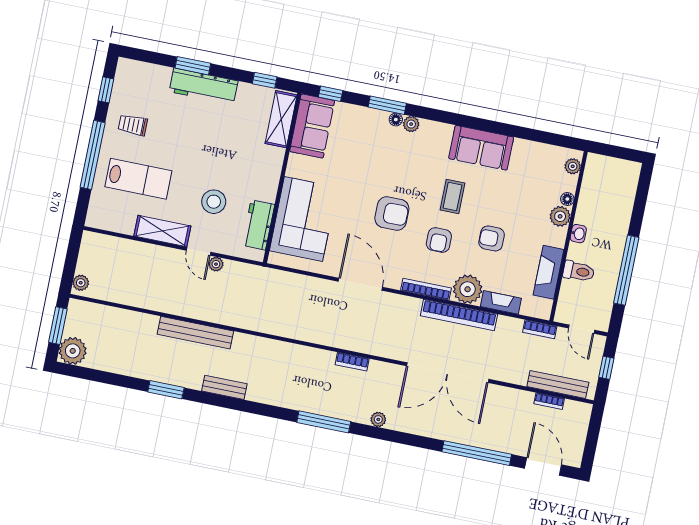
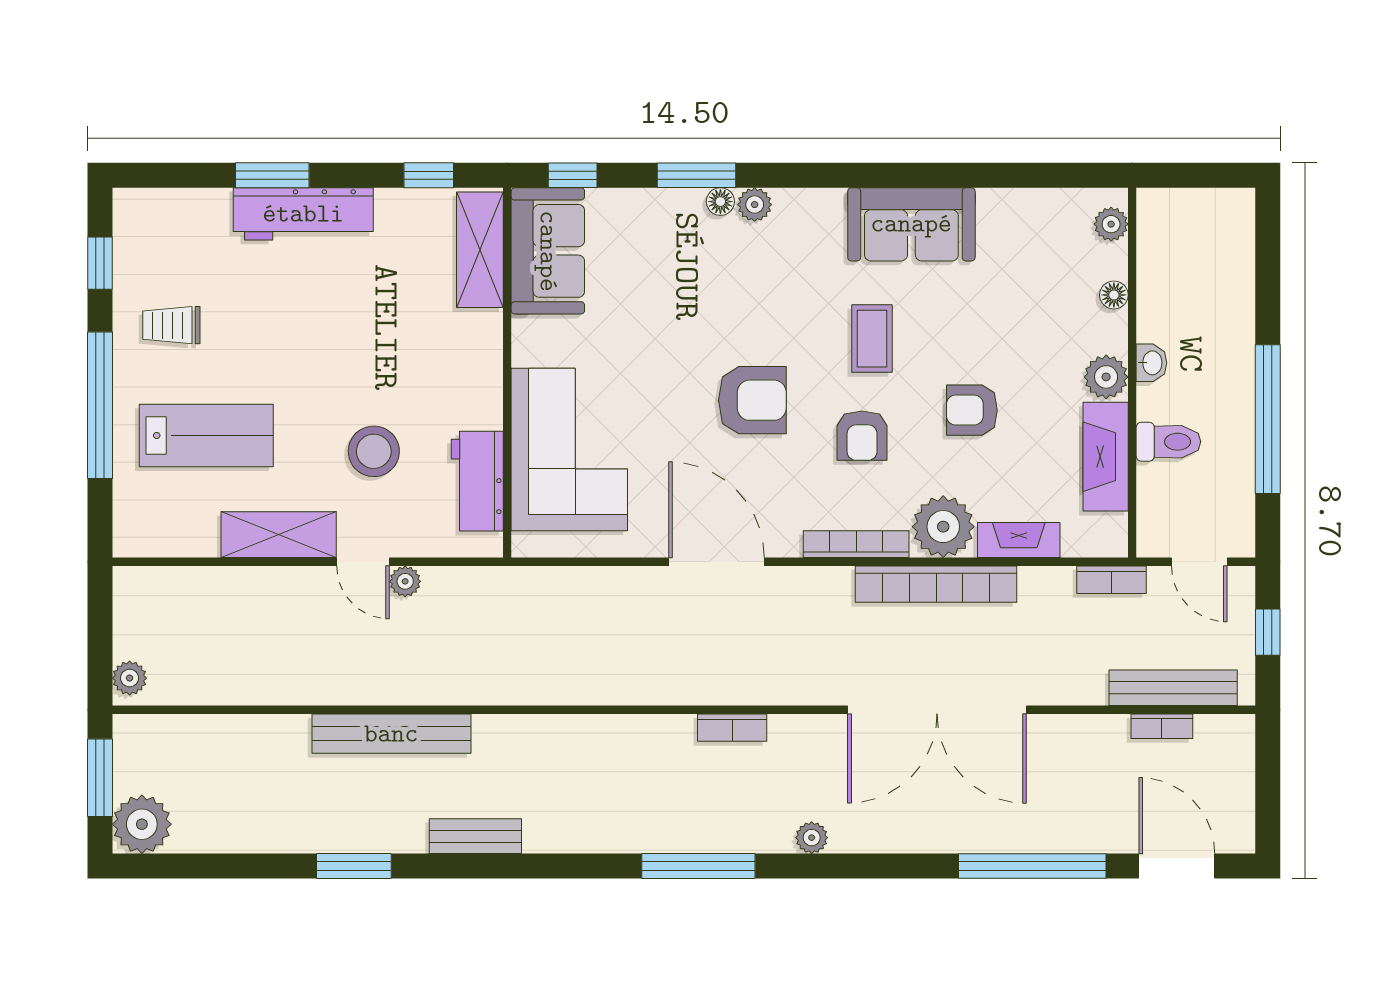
plant: (560, 216) -> (1106, 377), moved

